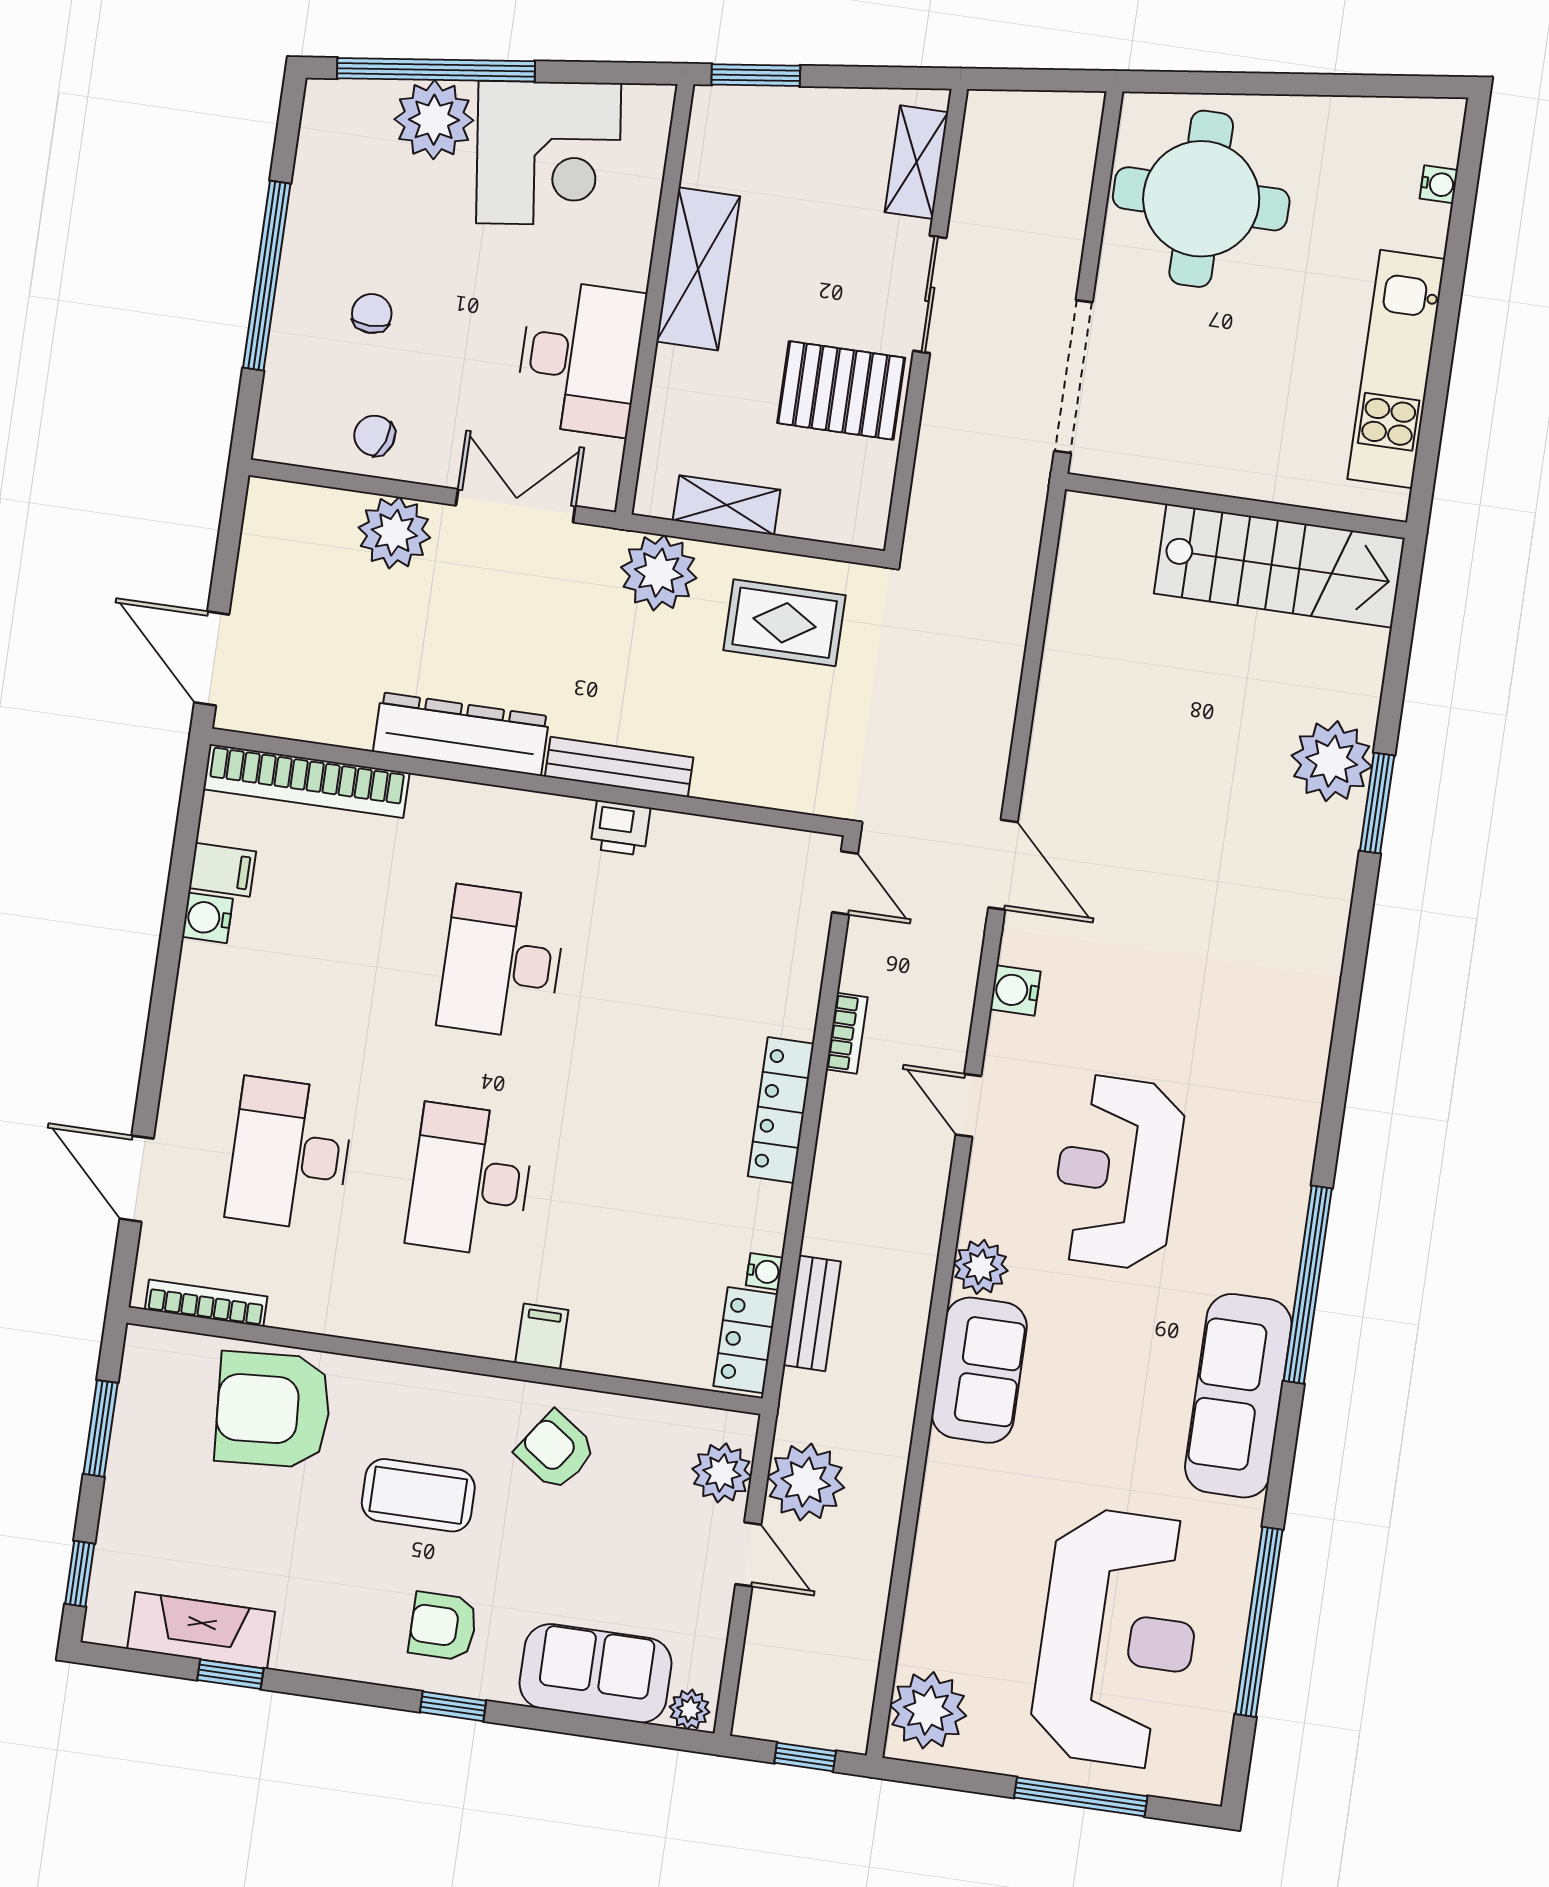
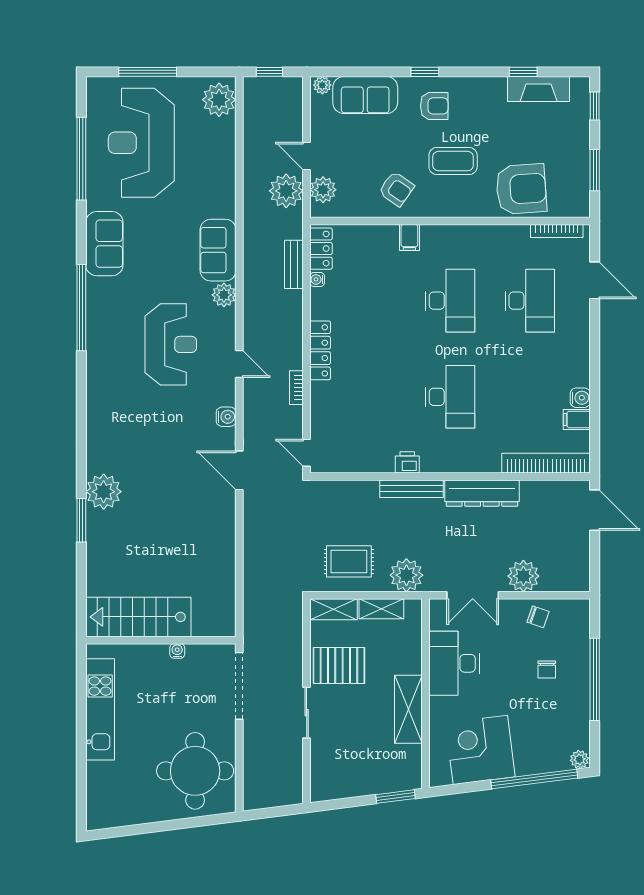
plant: (434, 120) -> (579, 759), moved, width x0.53, depth x0.53
shelving: (916, 162) -> (334, 609), moved, turned 90
water cooler: (1439, 184) -> (177, 651), moved, turned 90
plant: (1332, 761) -> (104, 492), moved
sofa: (1238, 1396) -> (104, 244), width x0.73

